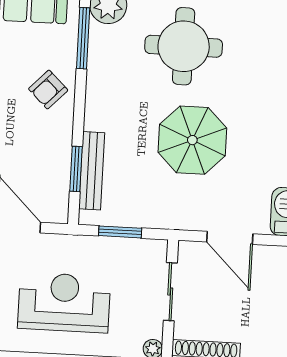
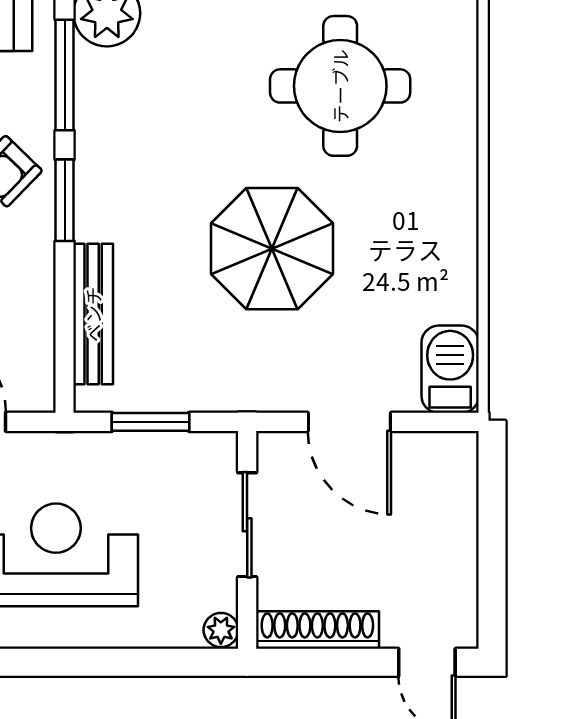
round table: (184, 46) -> (340, 86), moved
window: (76, 169) -> (65, 200), moved

